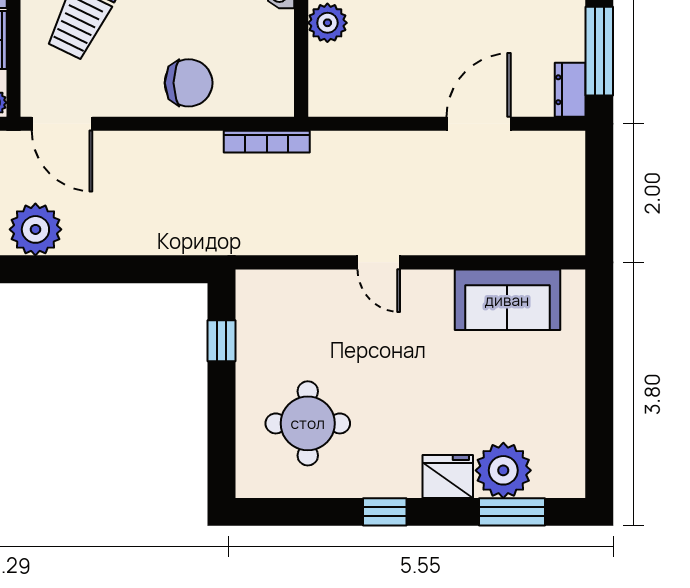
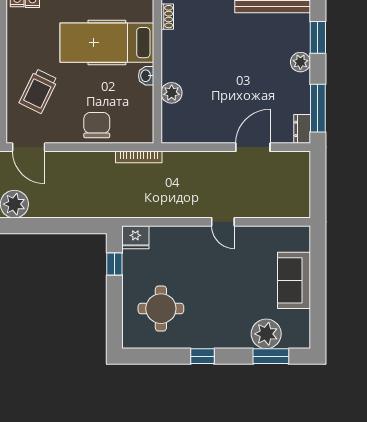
chair: (189, 83) -> (97, 125), turned -90
door: (379, 262) -> (223, 222), moved
sofa: (507, 300) -> (294, 280), moved, turned 90
fridge: (448, 476) -> (135, 237), moved, turned 180

